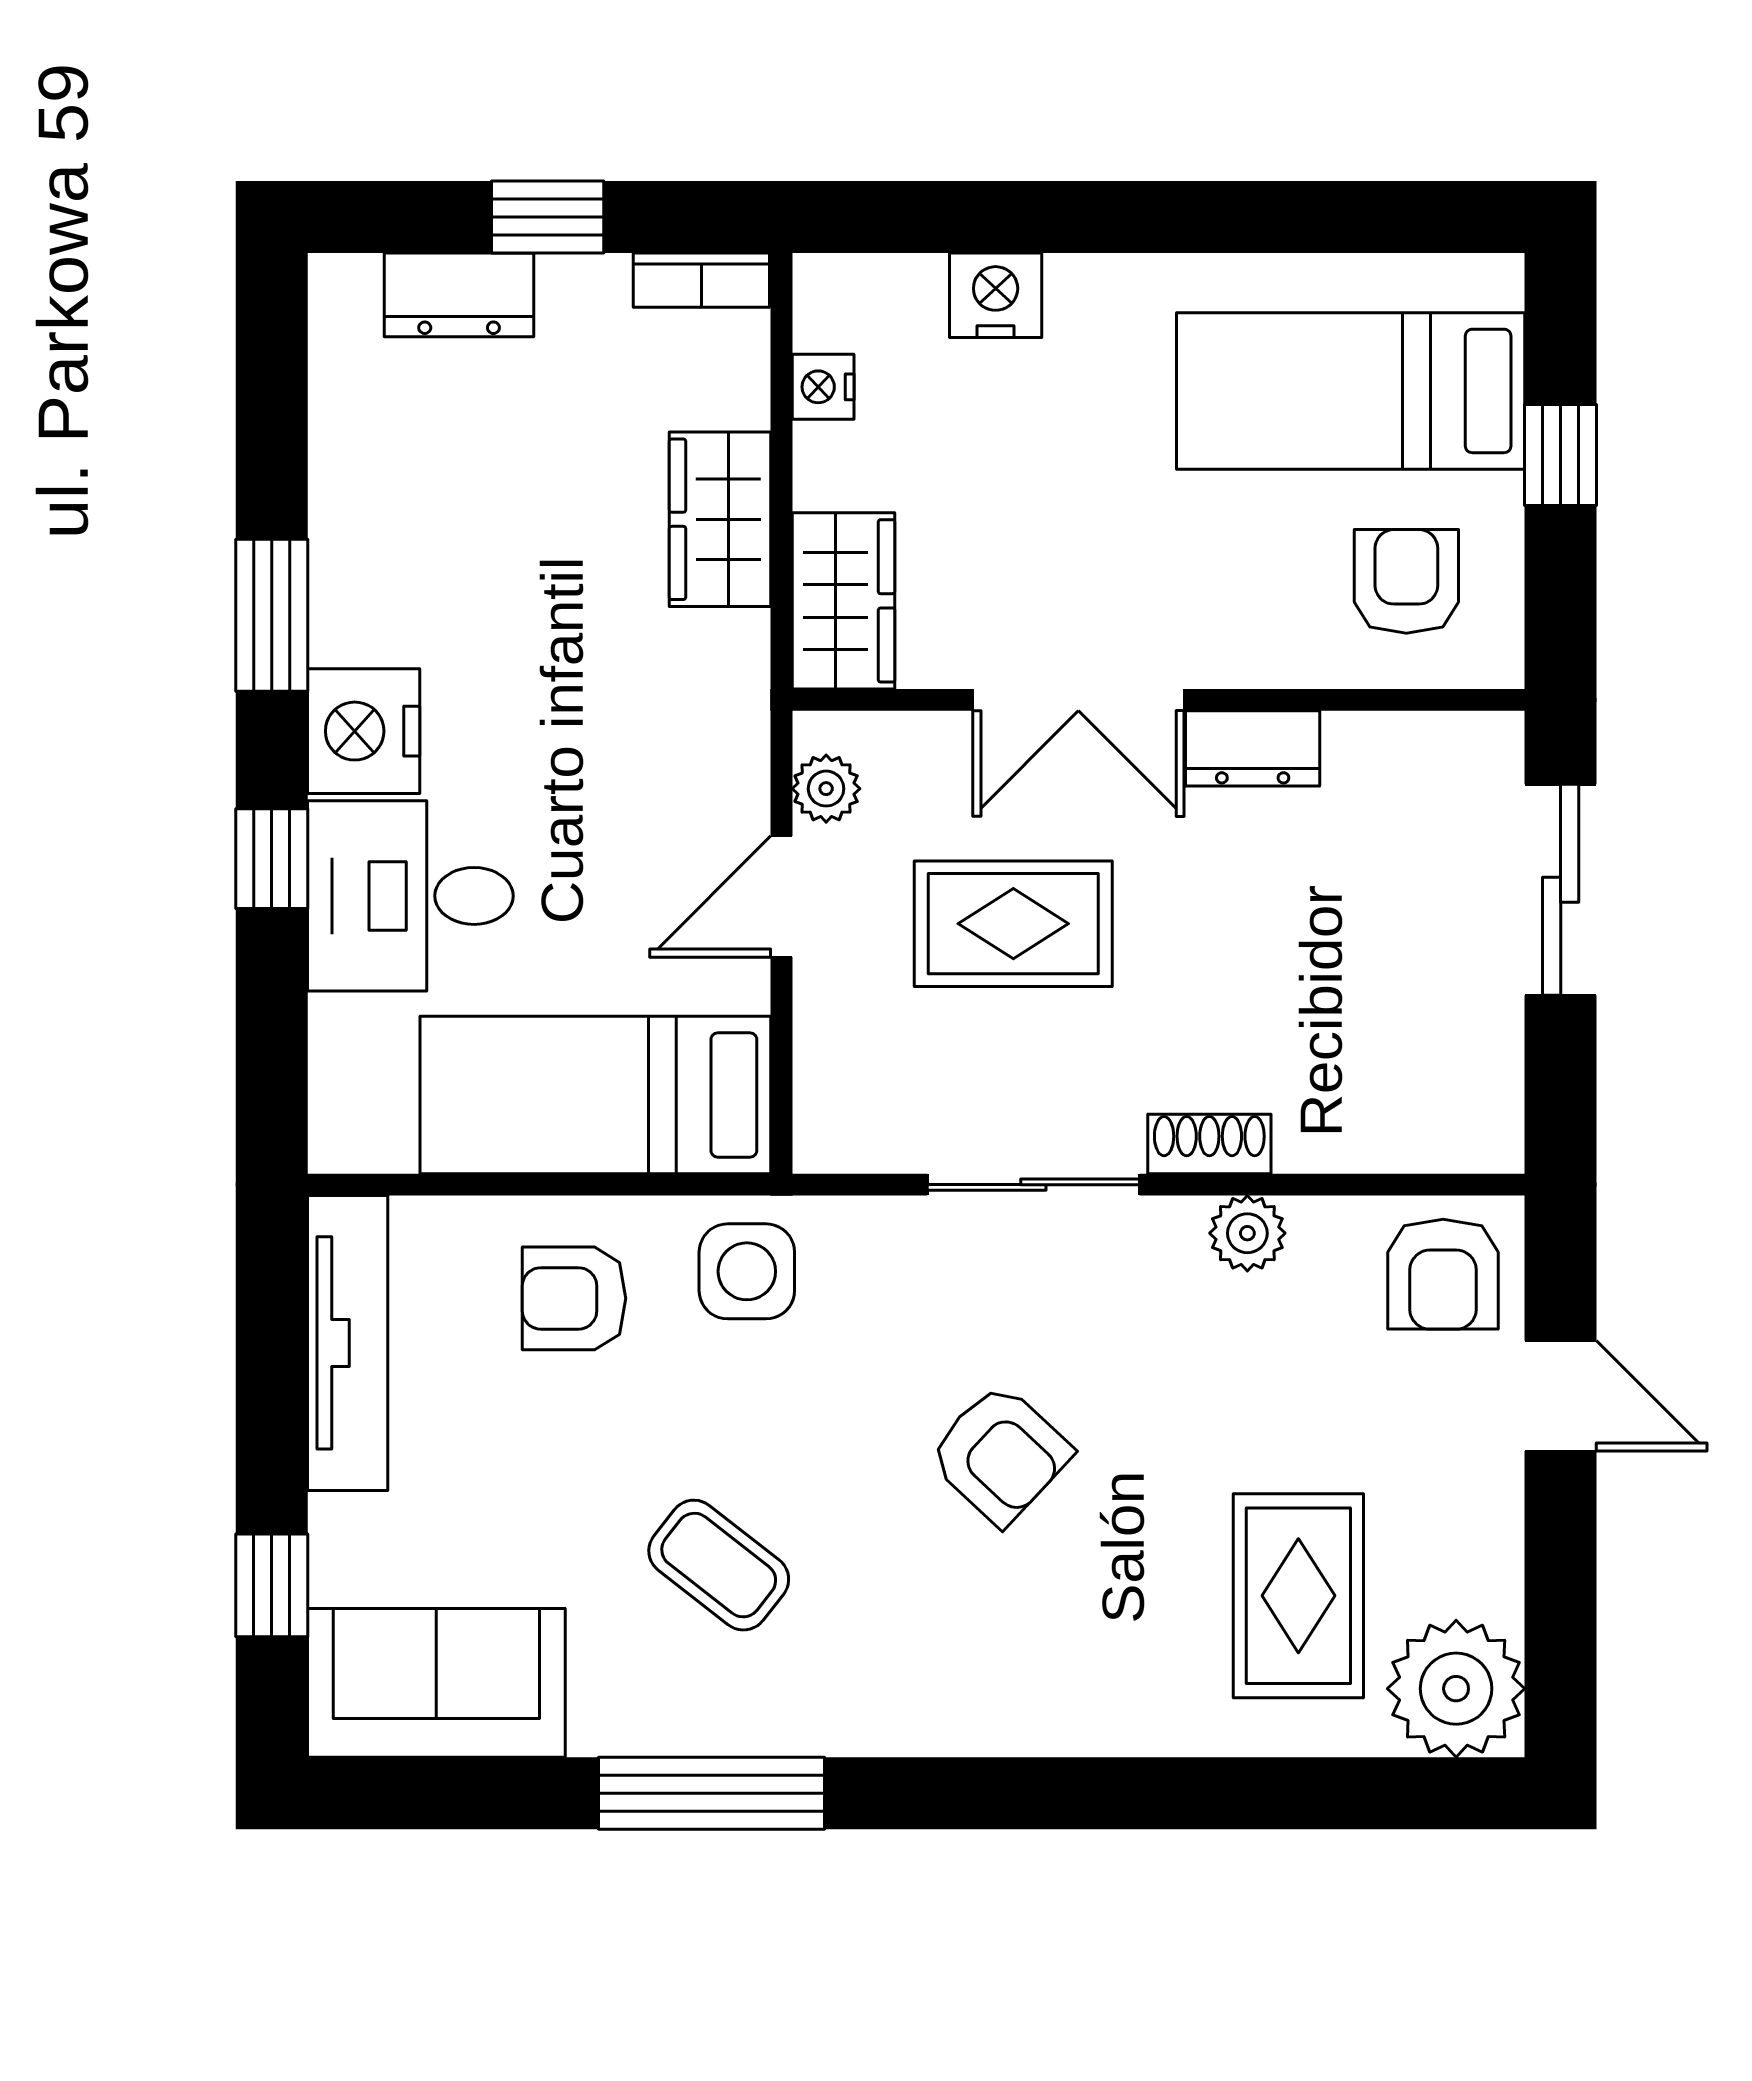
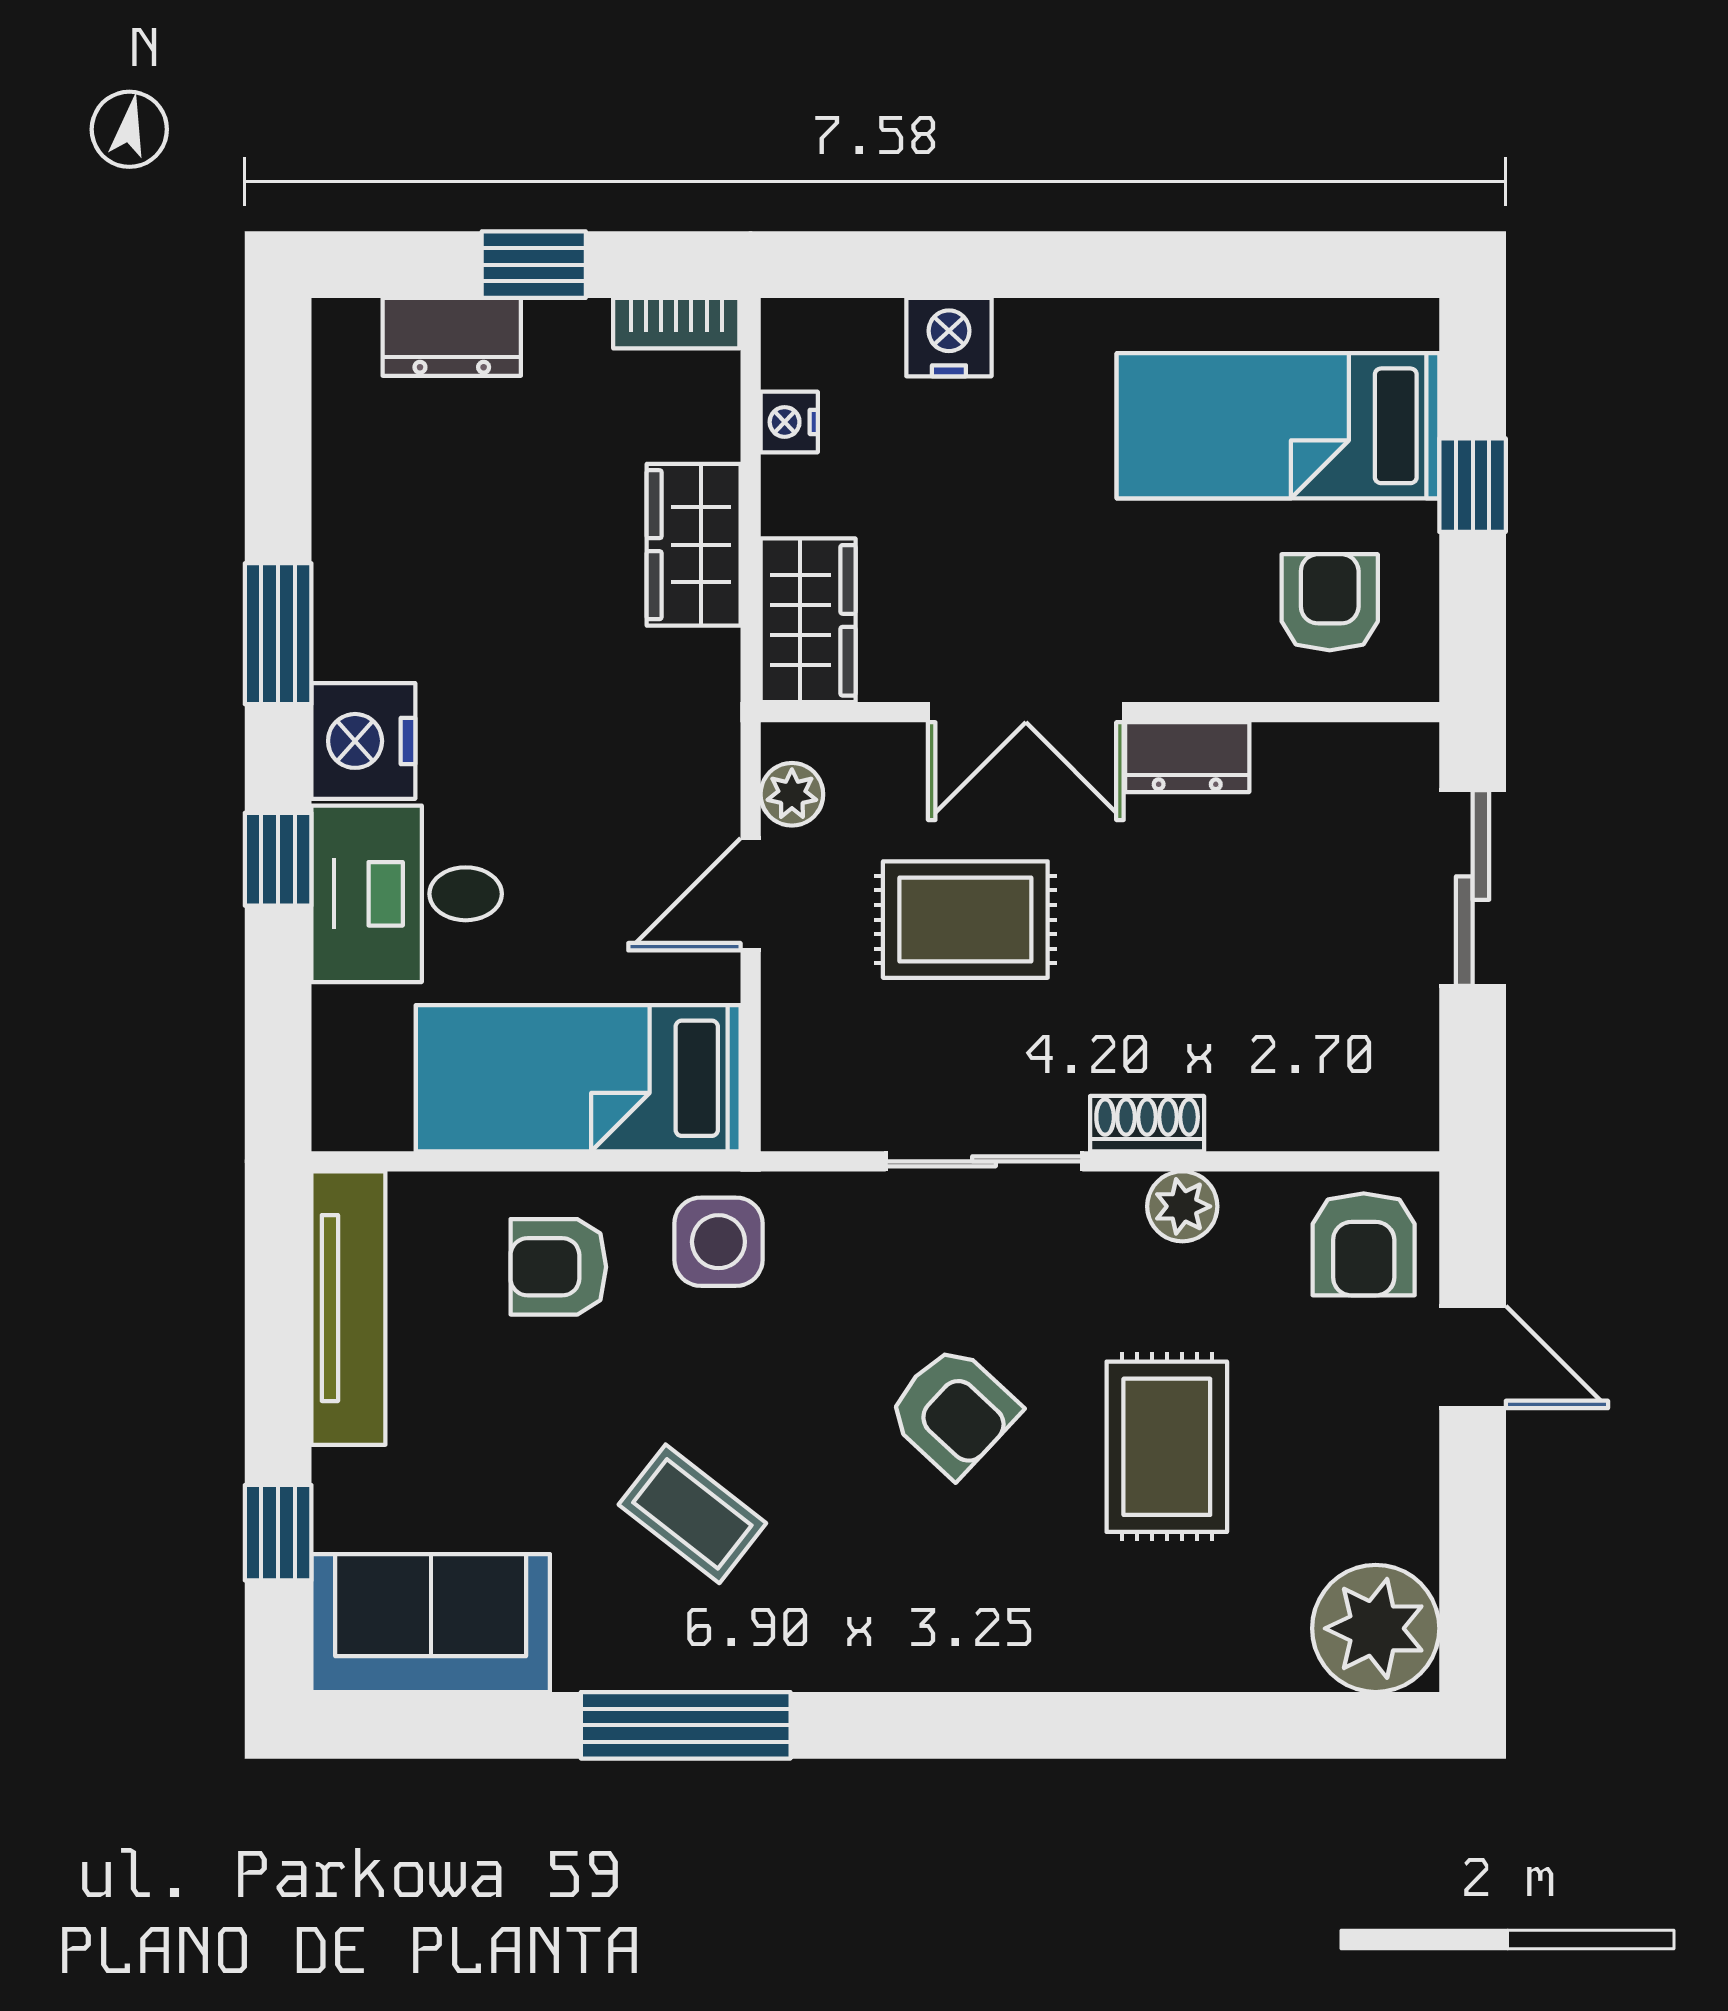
rug: (1298, 1596) -> (1167, 1447), moved

